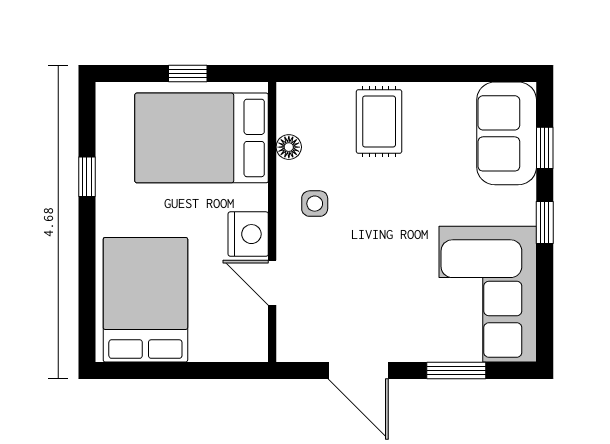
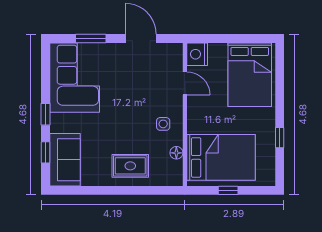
rug: (379, 121) -> (130, 166), turned 90
nightstand: (248, 234) -> (197, 54), moved

